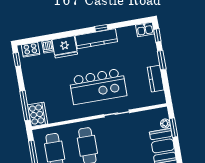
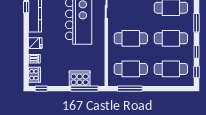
fridge: (65, 47) -> (35, 43), width x0.53, depth x0.75
cooker: (38, 114) -> (80, 79), moved

